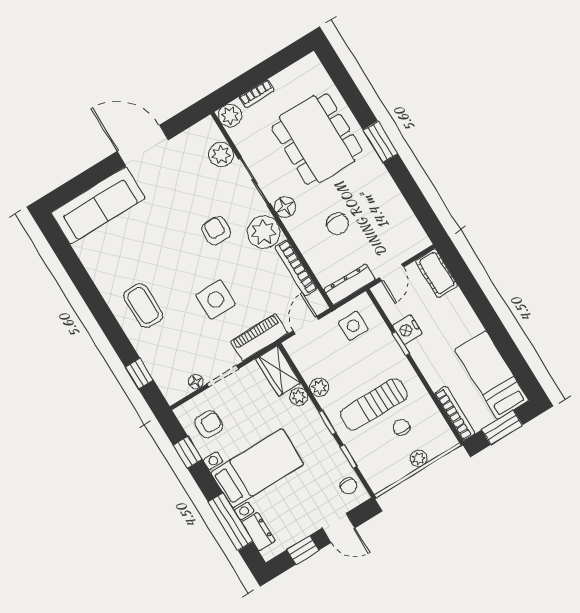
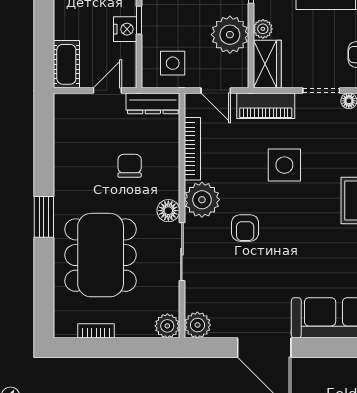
bookcase: (257, 94) -> (96, 331), moved
plant: (221, 155) -> (197, 325), moved
door: (306, 325) -> (216, 90), hinge flipped
plant: (319, 387) -> (230, 35), width x1.87, depth x1.87

